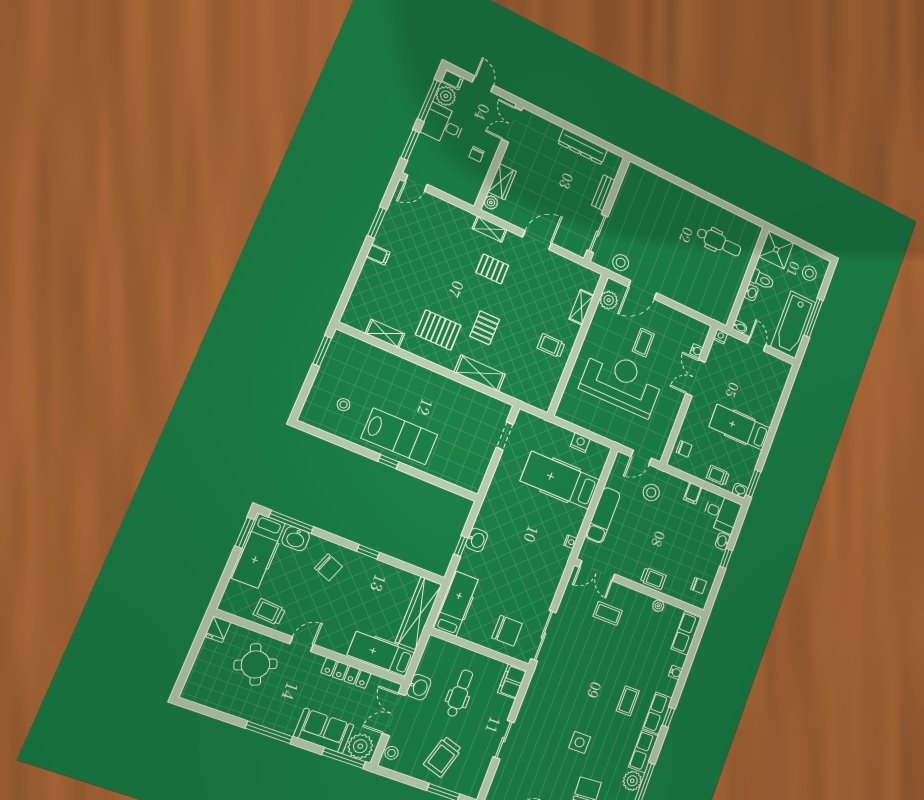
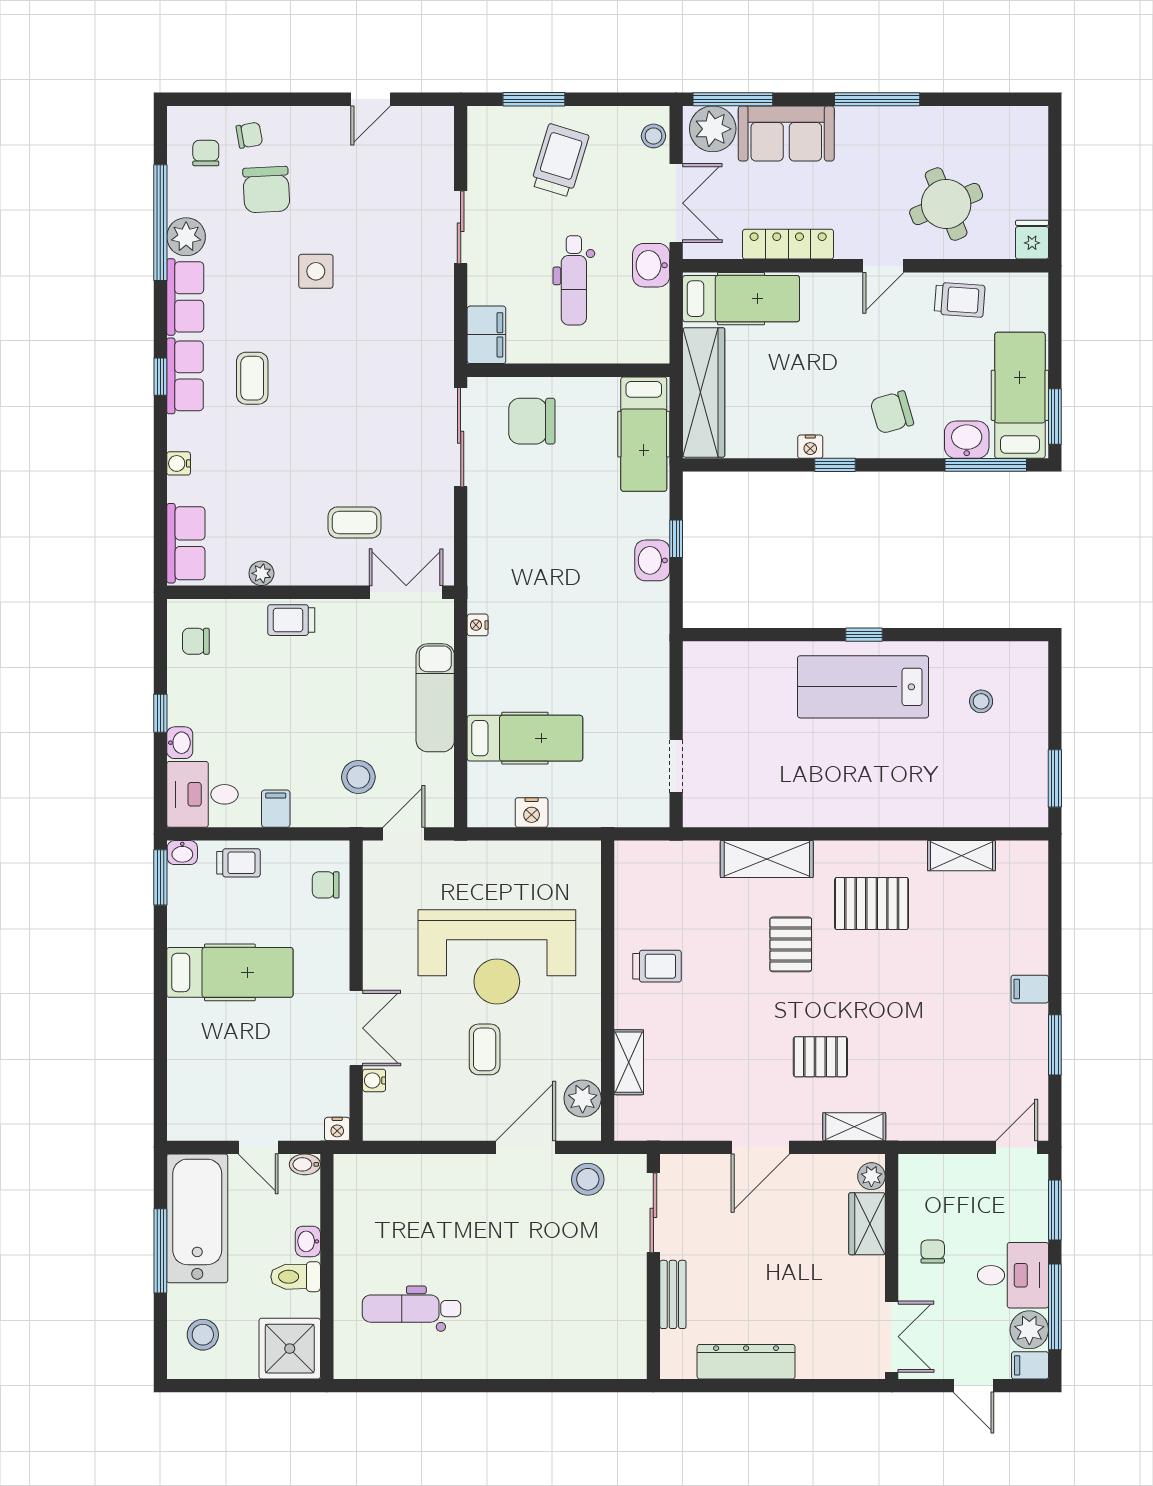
hospital bed: (560, 480) -> (525, 738), width x0.73, depth x0.78
nightstand: (377, 566) -> (810, 447), added
chair: (328, 567) -> (892, 412), turned -37

